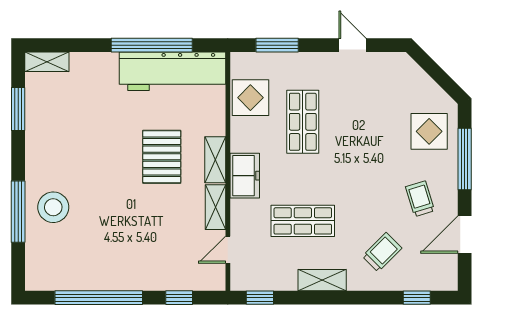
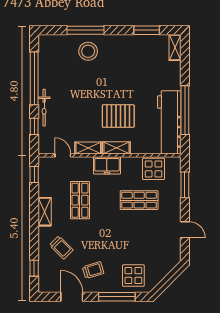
door: (352, 45) -> (185, 230), hinge flipped
bicycle: (148, 281) -> (44, 108), added

